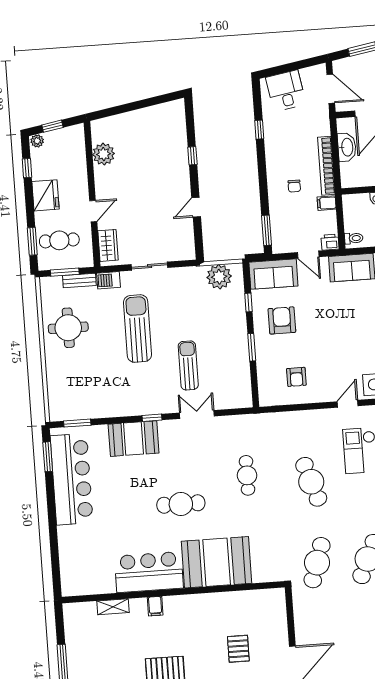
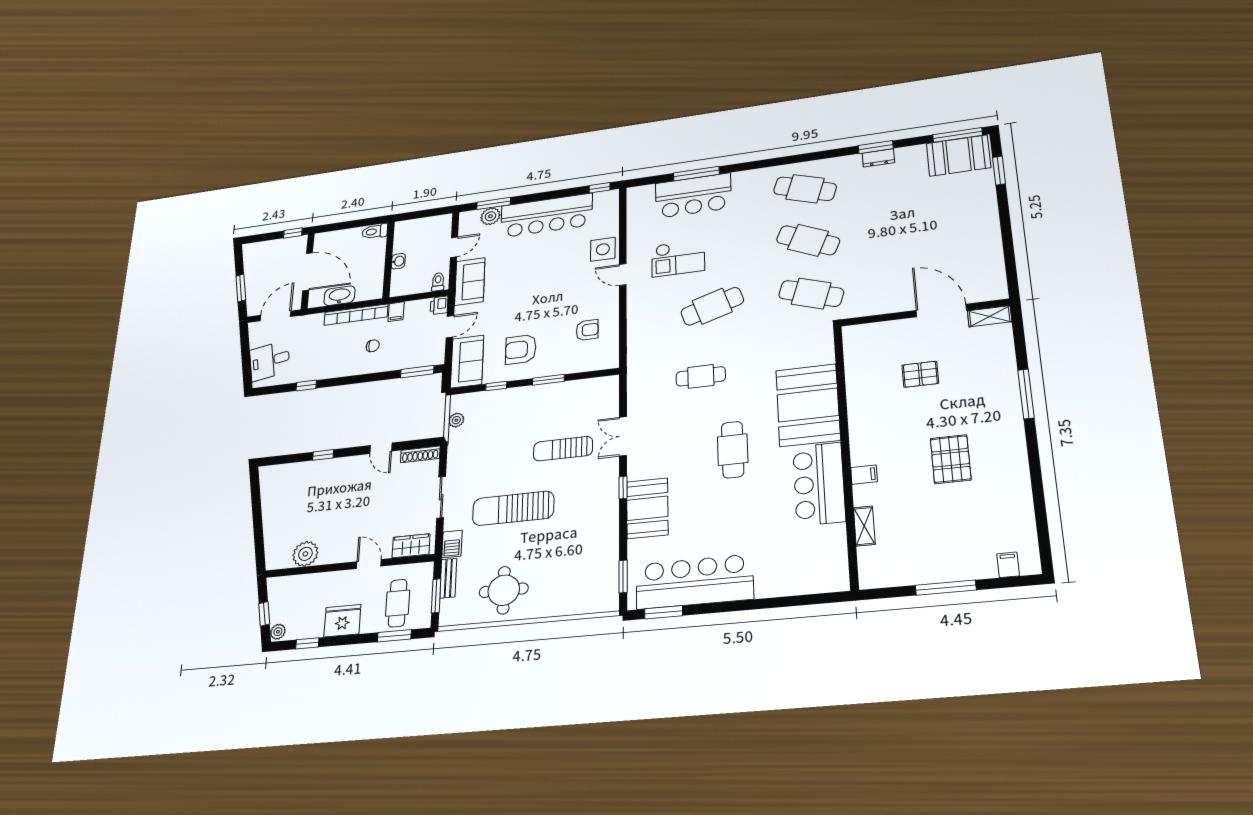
shoe rack: (189, 243) -> (420, 454), added
plant: (219, 277) -> (456, 420), width x0.53, depth x0.53

